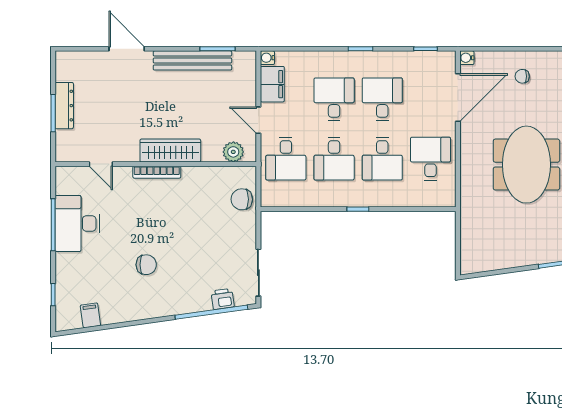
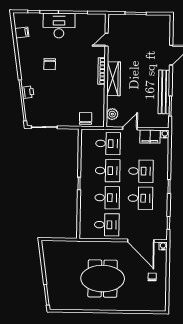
dresser: (64, 106) -> (140, 20), removed
desk: (286, 159) -> (108, 144), turned 180
desk: (334, 159) -> (108, 171), turned 180
desk: (382, 159) -> (107, 198), turned 180
desk: (77, 223) -> (59, 26), moved
printer: (223, 299) -> (28, 92), moved

